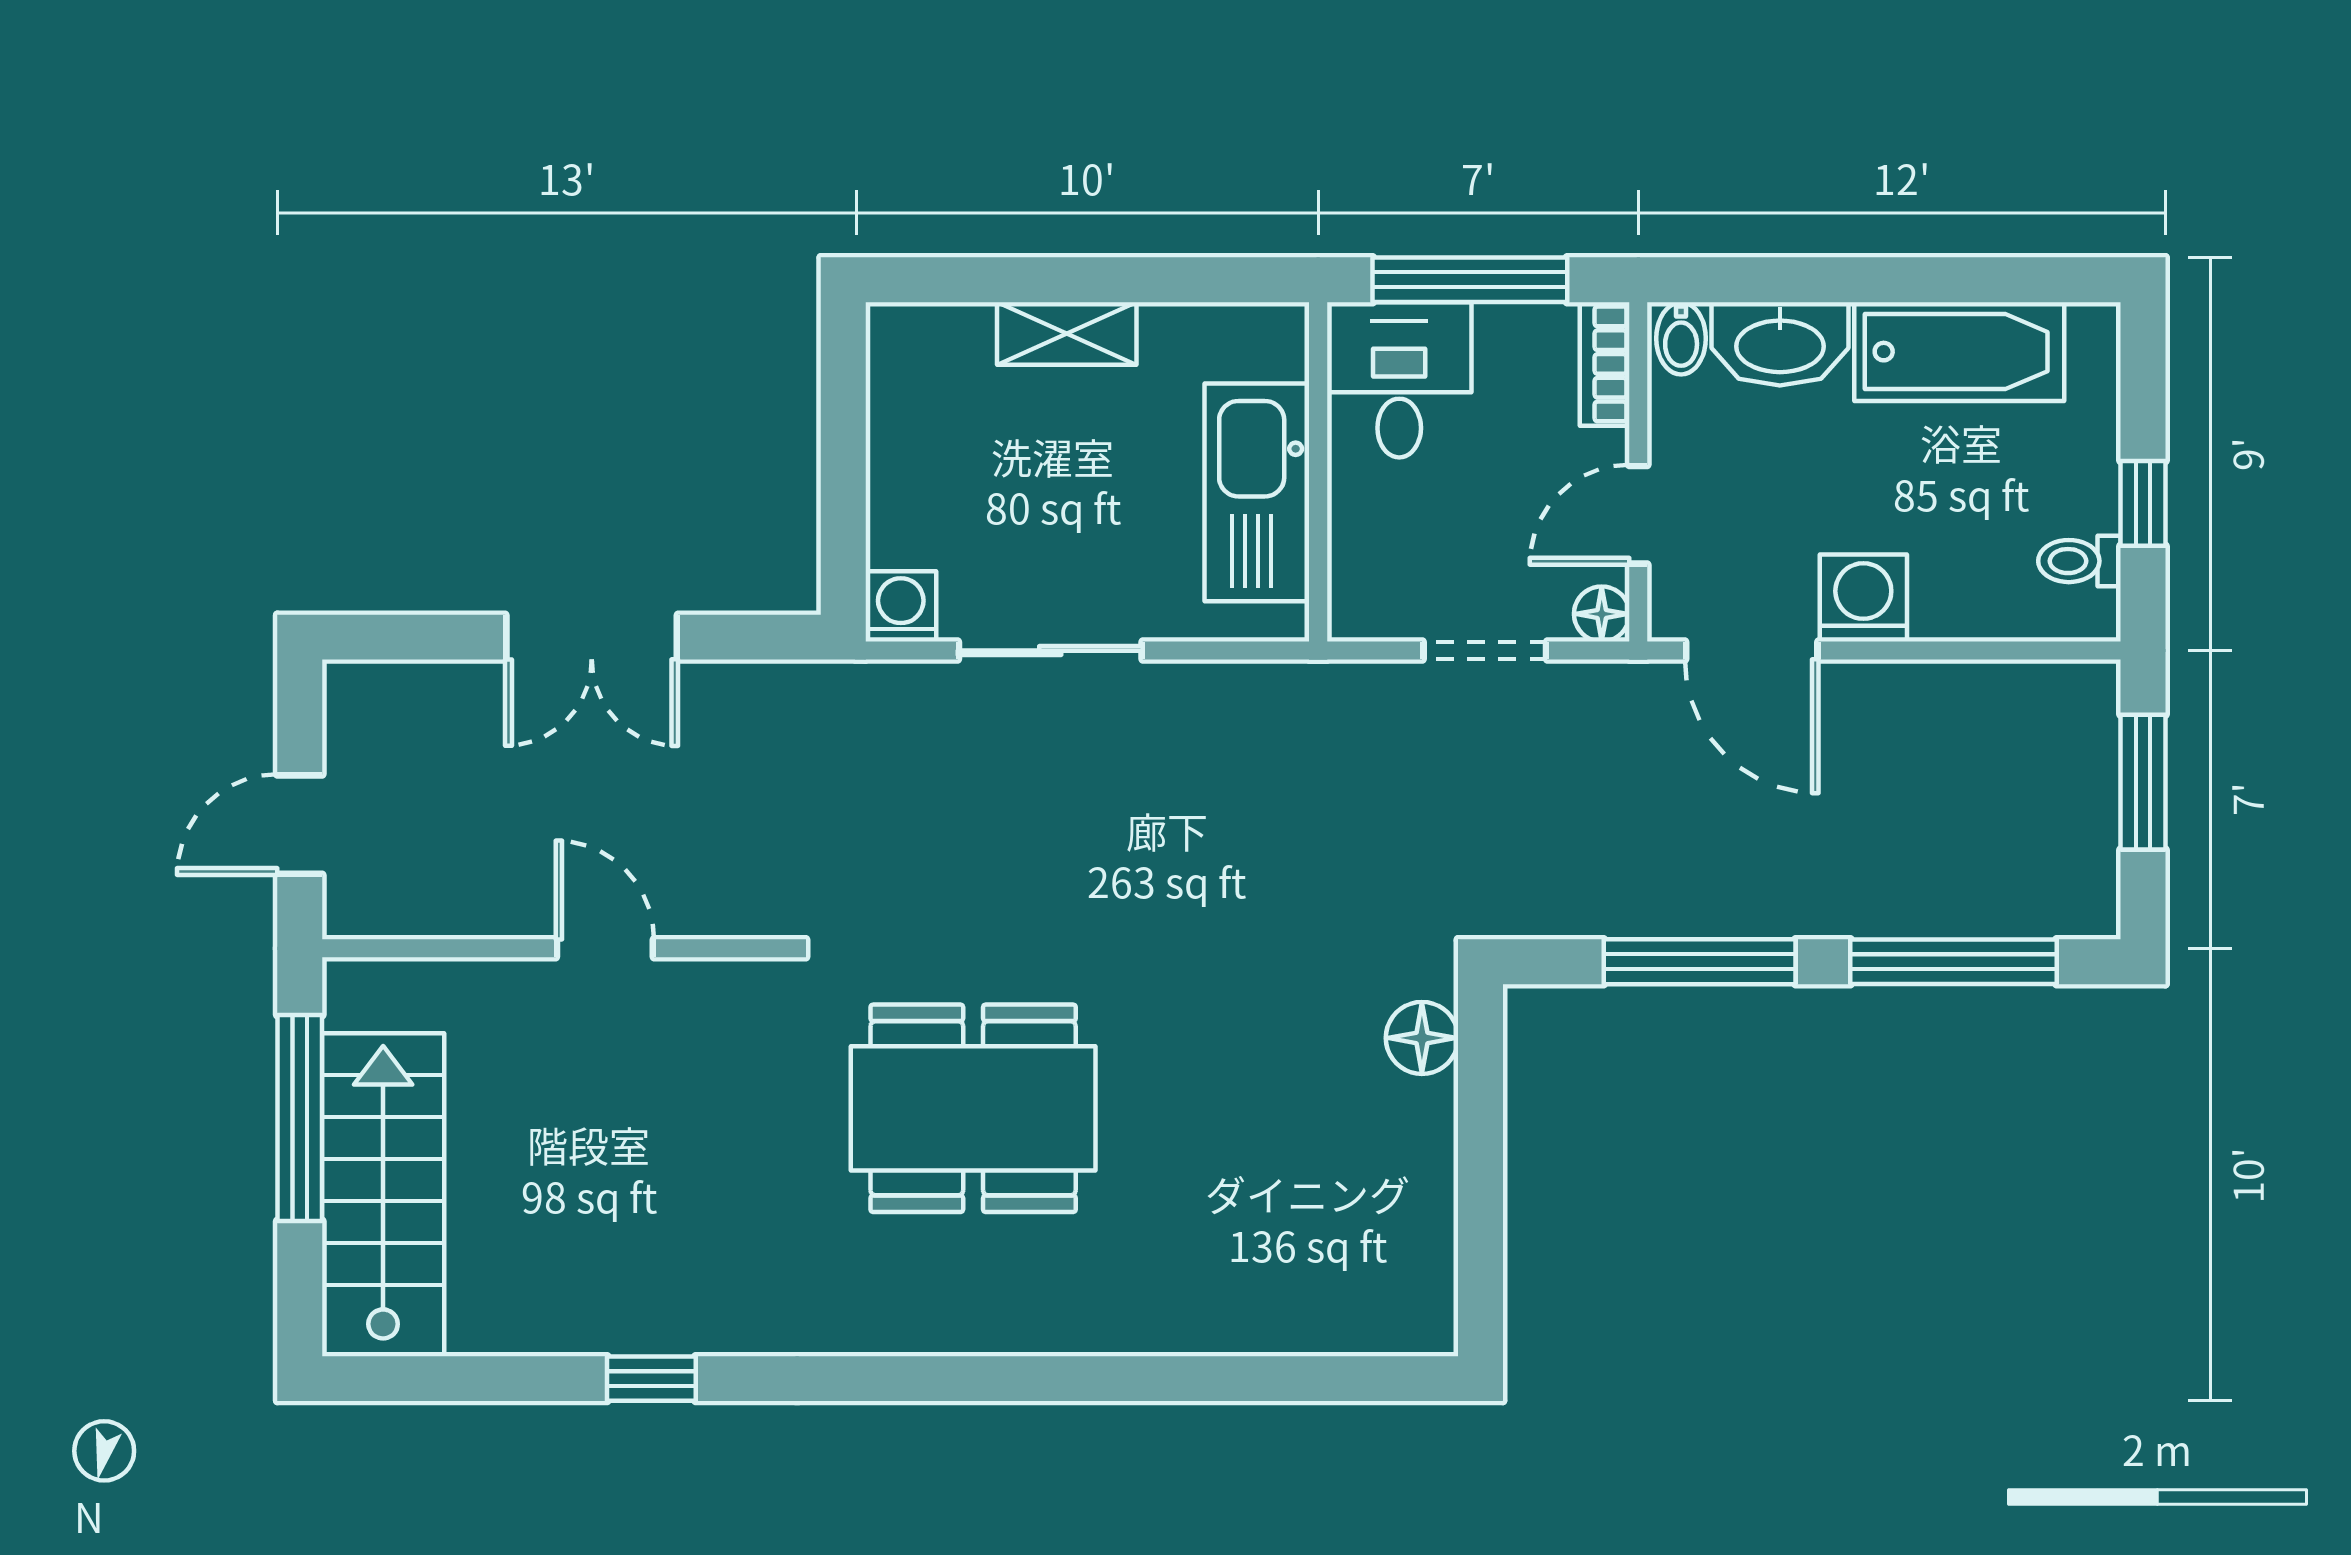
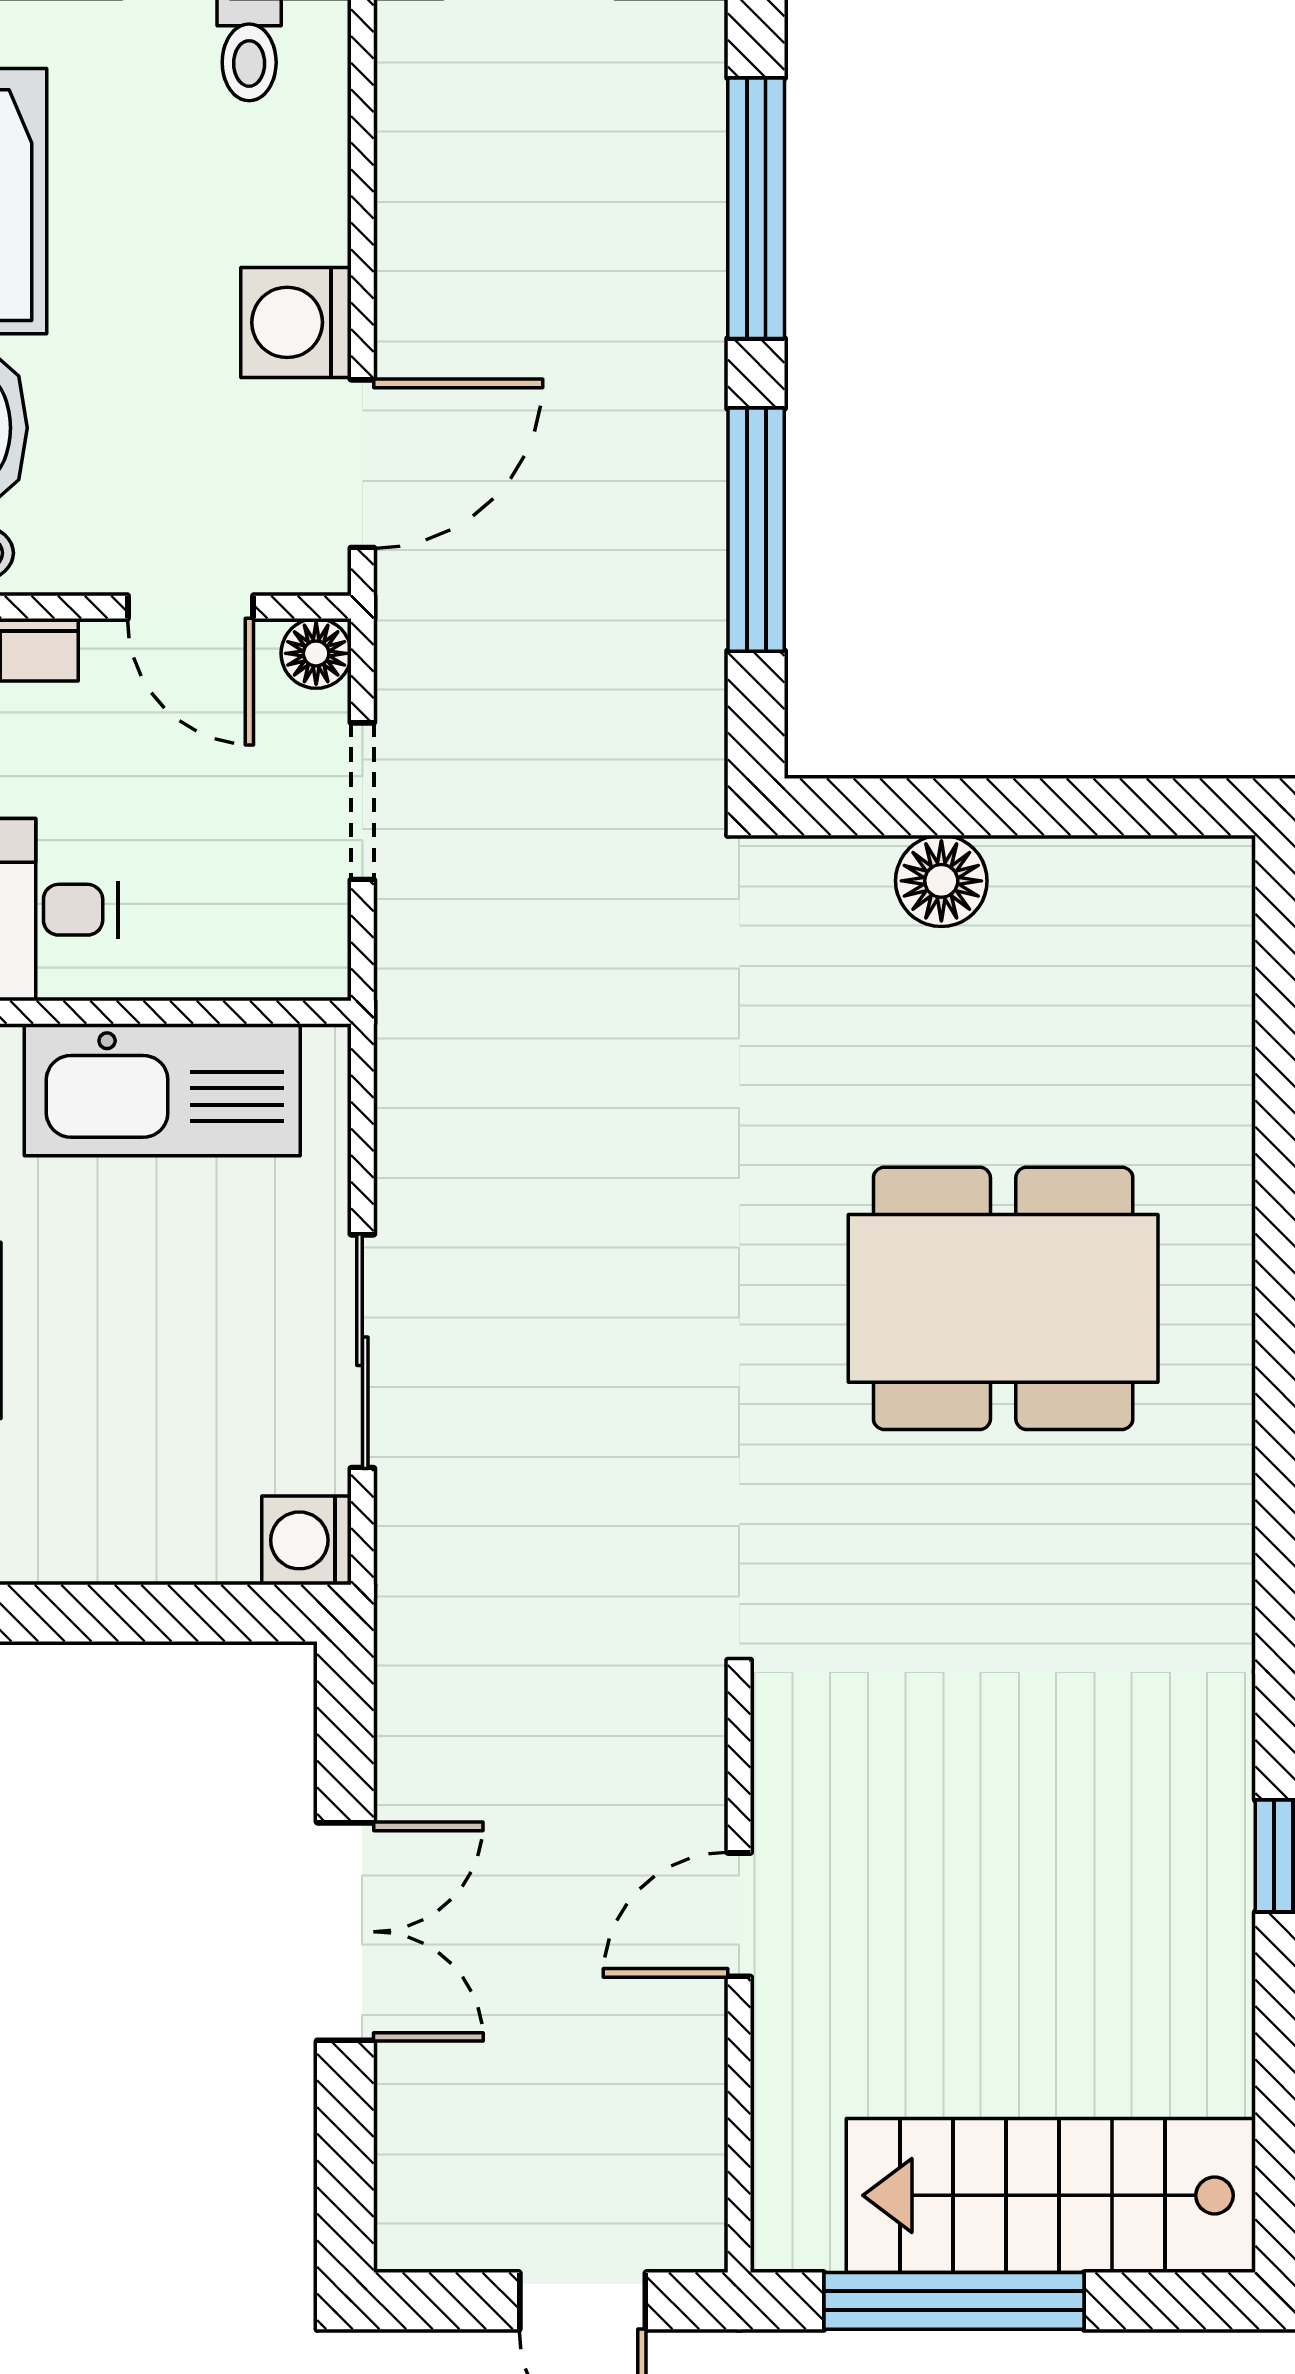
floor lamp: (1422, 1038) -> (941, 881), moved
dining table: (973, 1108) -> (1003, 1298), moved, turned 90

